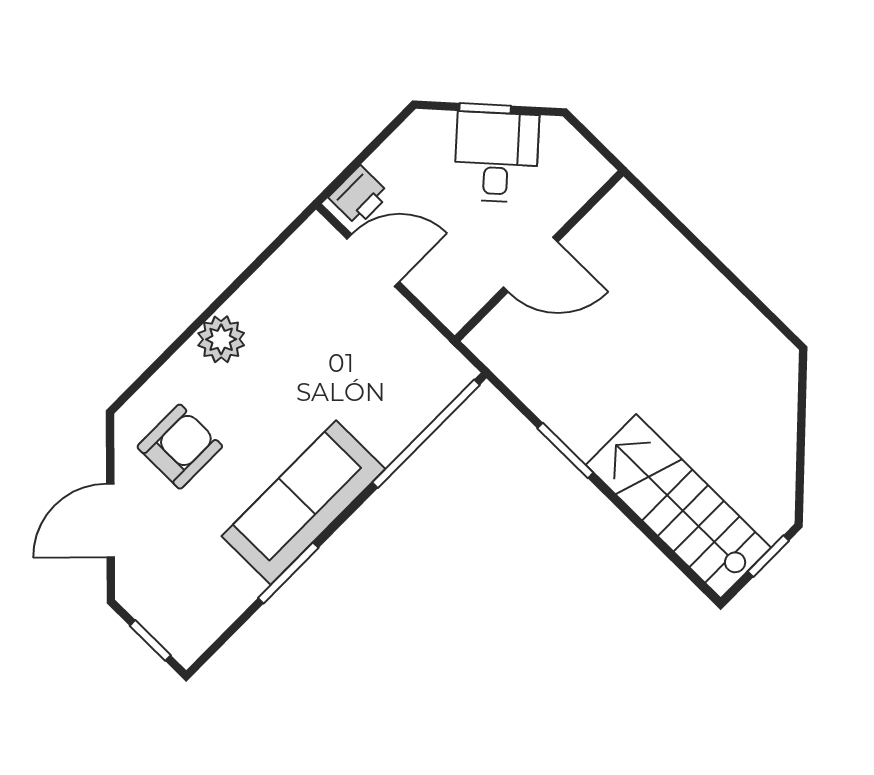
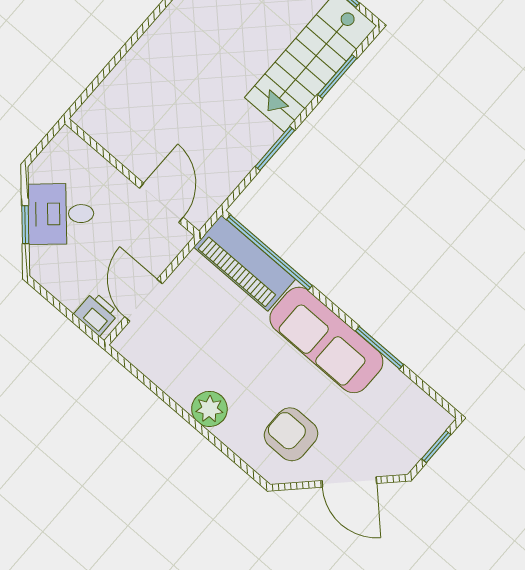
door: (530, 265) -> (161, 203), moved
piano: (414, 399) -> (244, 263), added
window: (656, 541) -> (337, 77), added

